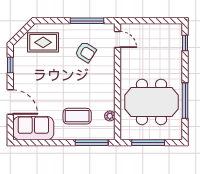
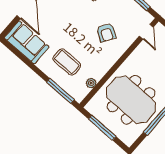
armchair: (85, 52) -> (106, 33), moved

